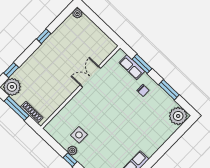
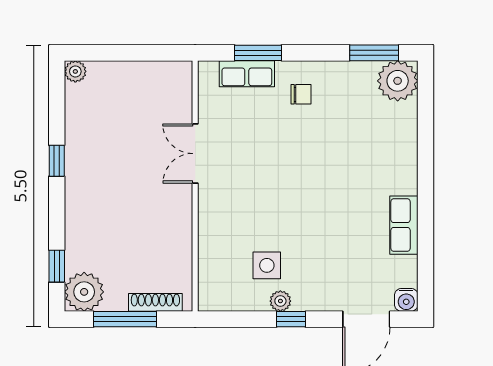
window: (169, 90) -> (374, 53), moved

